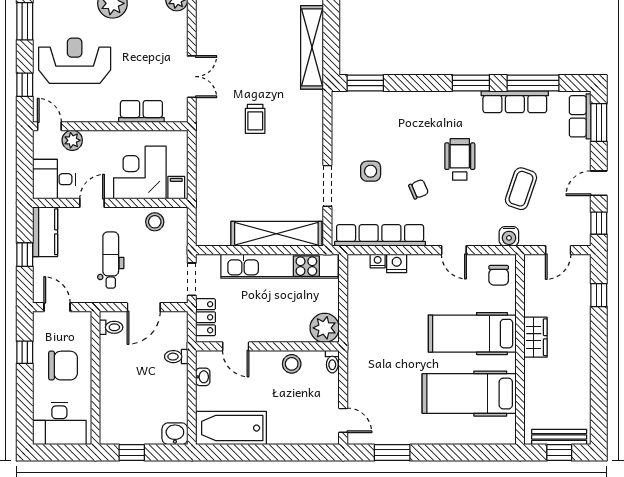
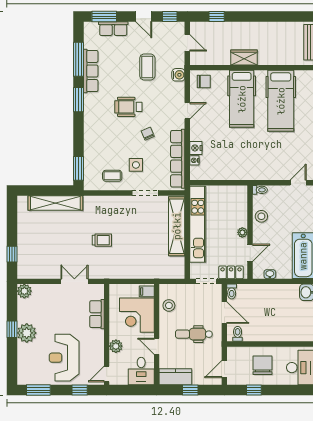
row of seats: (580, 116) -> (113, 29), moved
coffee table: (354, 135) -> (112, 176), added
plant: (72, 140) -> (116, 346), moved
coffee table: (521, 189) -> (147, 67), turned 71
plant: (325, 328) -> (242, 232), moved, width x0.53, depth x0.53
toilet: (176, 357) -> (232, 291), moved

